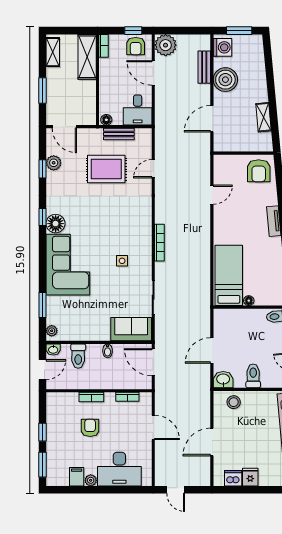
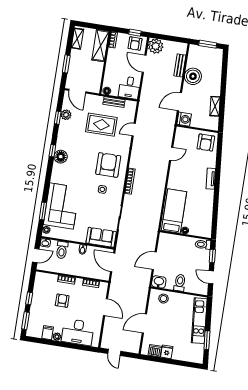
washing machine: (222, 47) -> (184, 119), moved
armchair: (125, 225) -> (108, 165), added
corner sofa: (68, 265) -> (62, 206), moved

